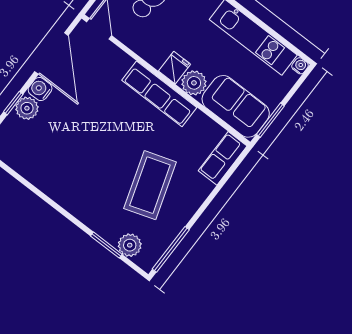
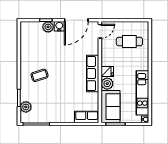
coffee table: (150, 185) -> (40, 75), moved, width x0.54, depth x0.58

